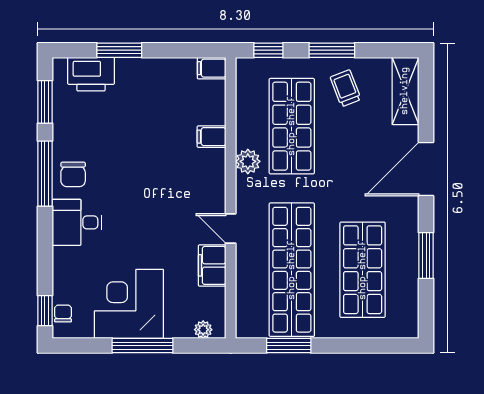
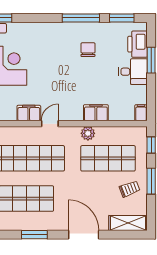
filing cabinet: (212, 137) -> (96, 113), width x2.00
chair: (73, 174) -> (88, 50), moved, turned 90
desk: (77, 222) -> (133, 72), moved, turned 90

